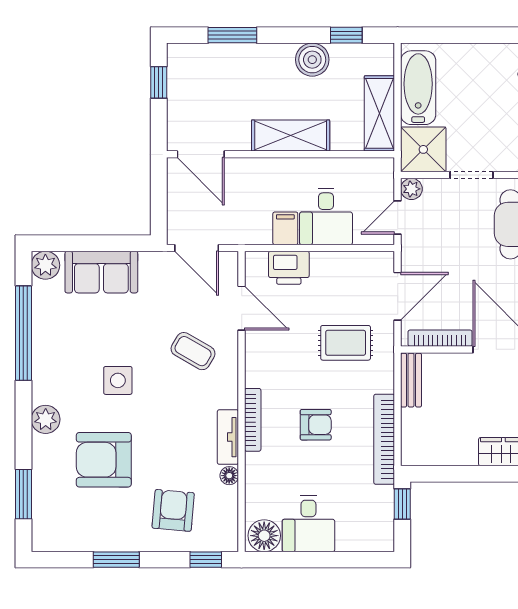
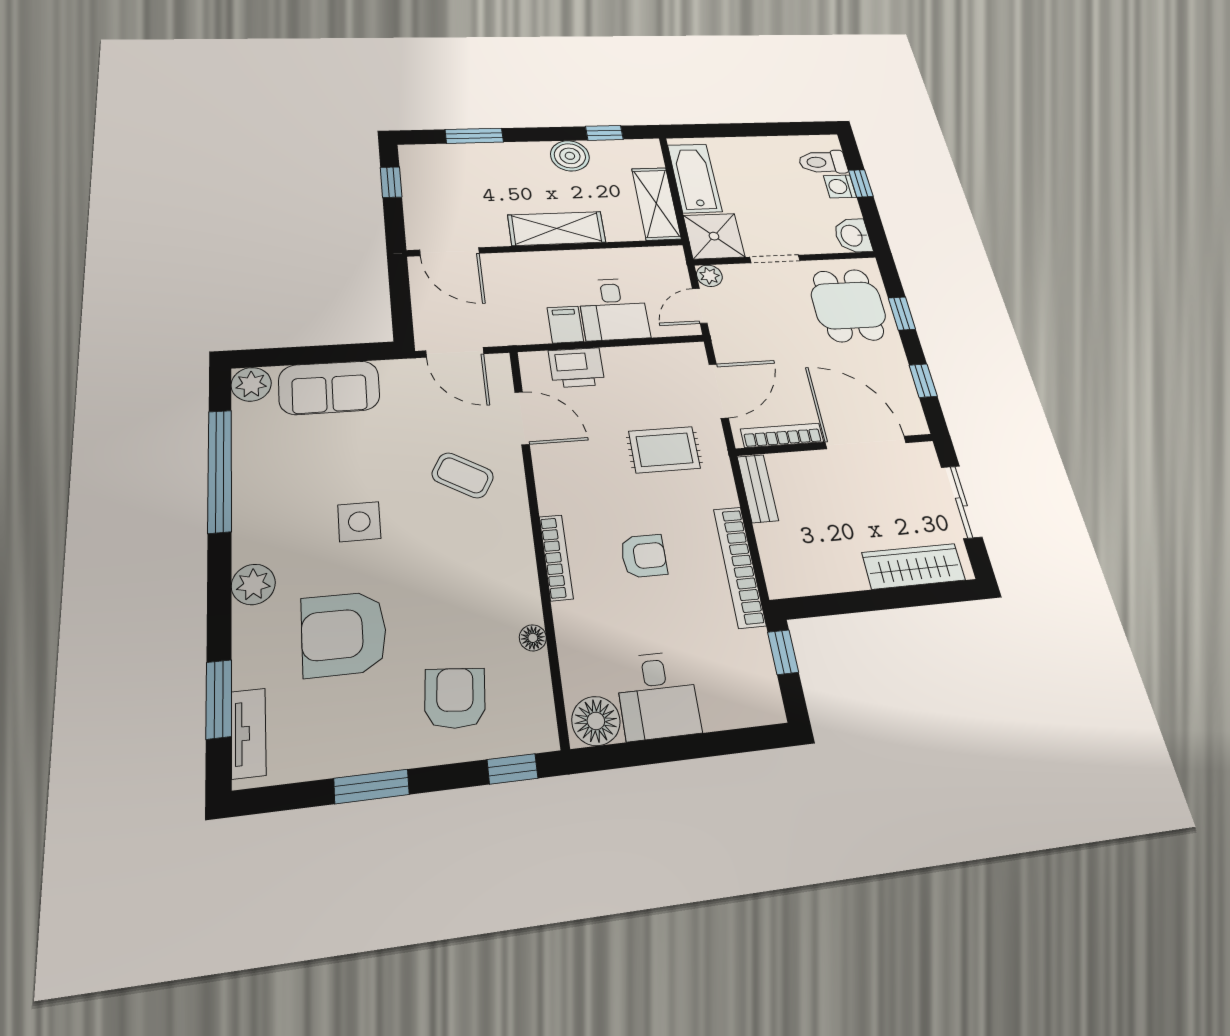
tv unit: (228, 437) -> (249, 733), moved, turned 180

